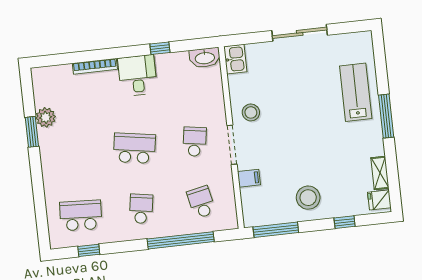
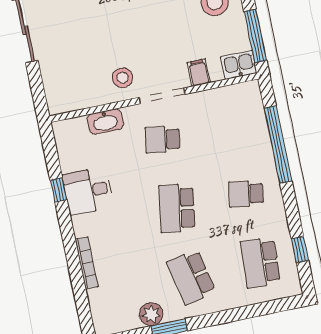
washbasin: (205, 58) -> (105, 122), moved, turned 90
kitchen sink: (235, 59) -> (239, 65), moved
desk: (138, 75) -> (88, 191), moved
school desk: (201, 202) -> (191, 277), moved, width x1.85

